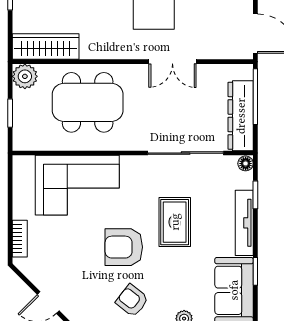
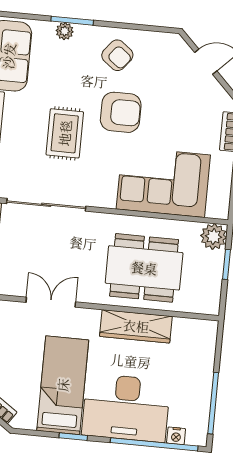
wardrobe: (46, 46) -> (136, 326), moved
plant: (25, 76) -> (214, 237), moved

